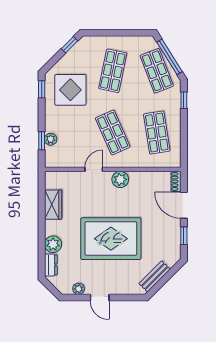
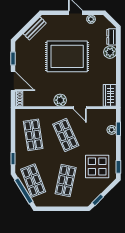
door: (94, 169) -> (80, 108), hinge flipped
wardrobe: (53, 205) -> (110, 95), moved

